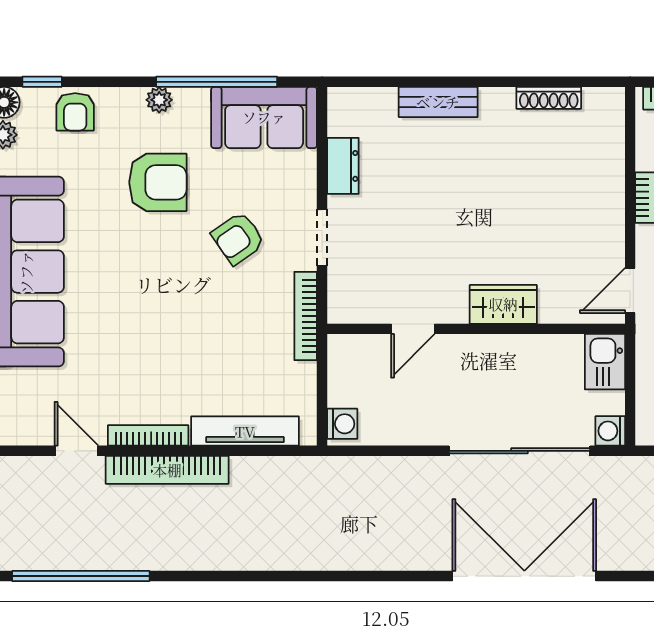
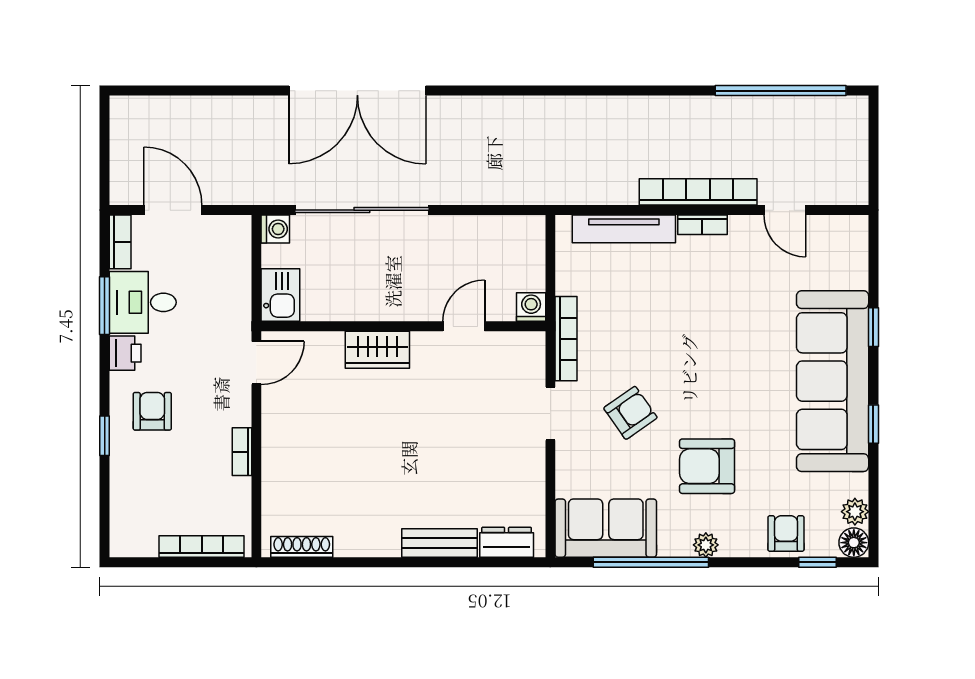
shoe rack: (549, 98) -> (302, 547), moved
dresser: (343, 166) -> (507, 542), moved, turned 90
washing machine: (342, 424) -> (531, 307), moved, turned 90
bookcase: (148, 435) -> (702, 225), width x0.64

